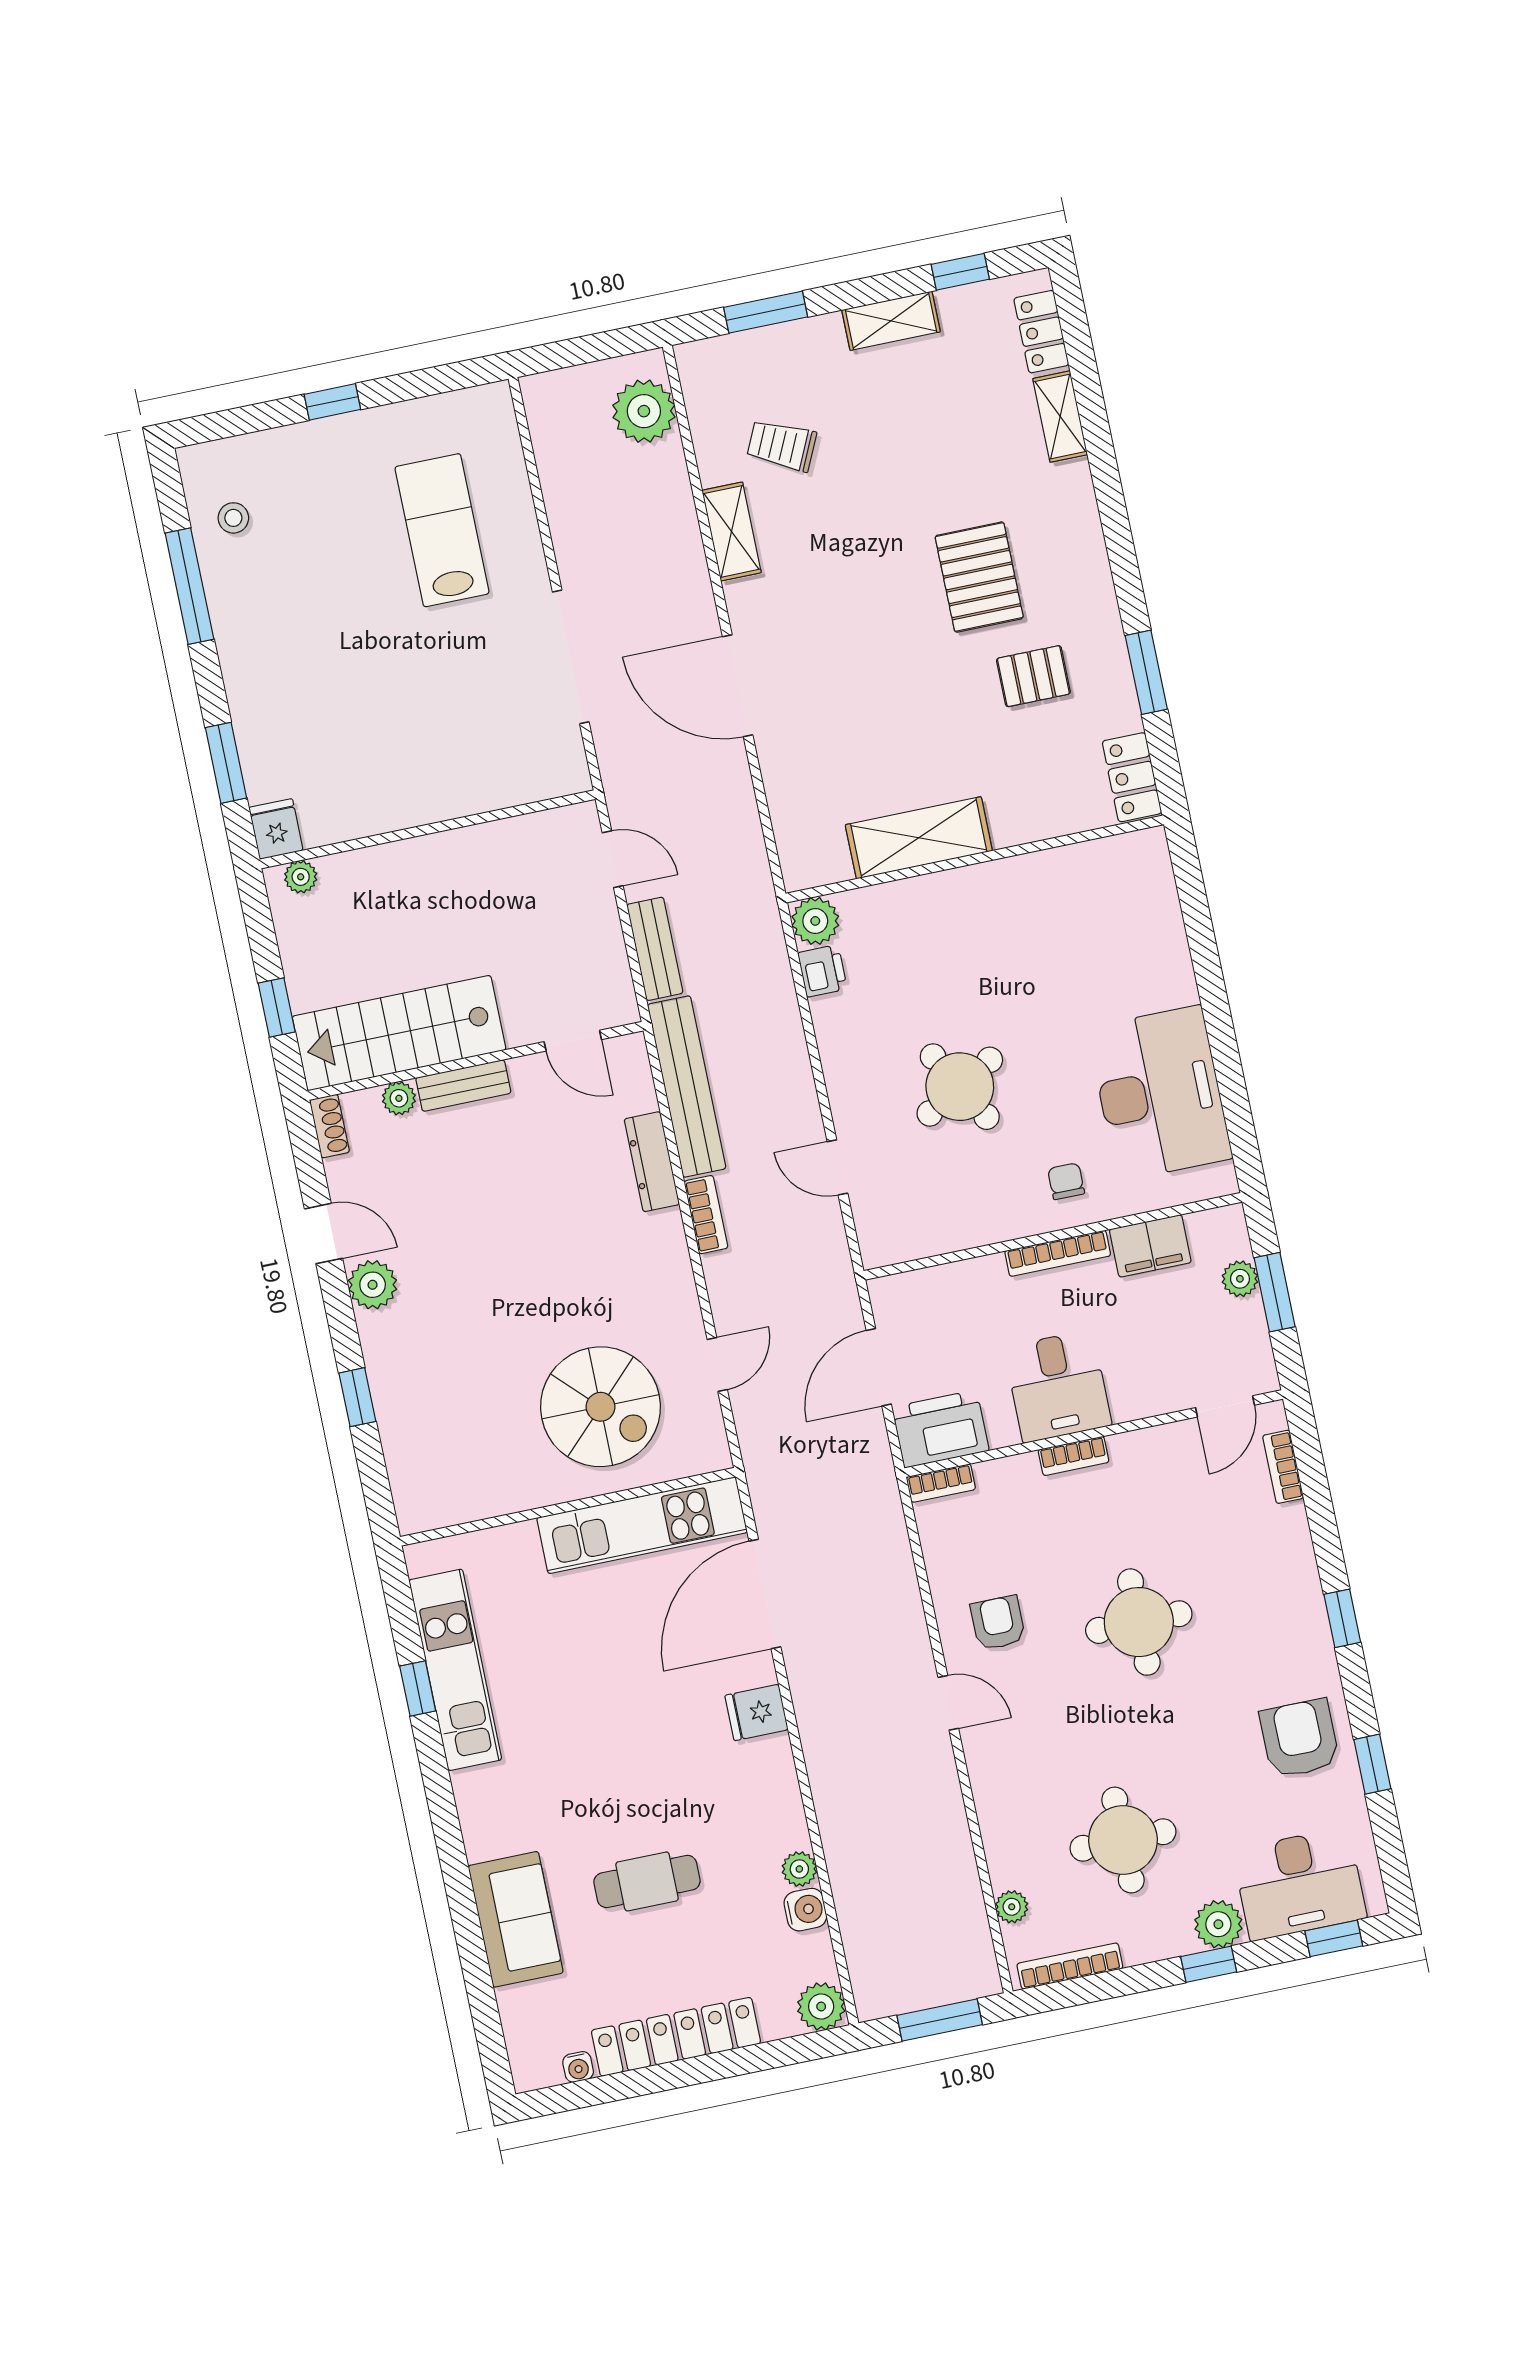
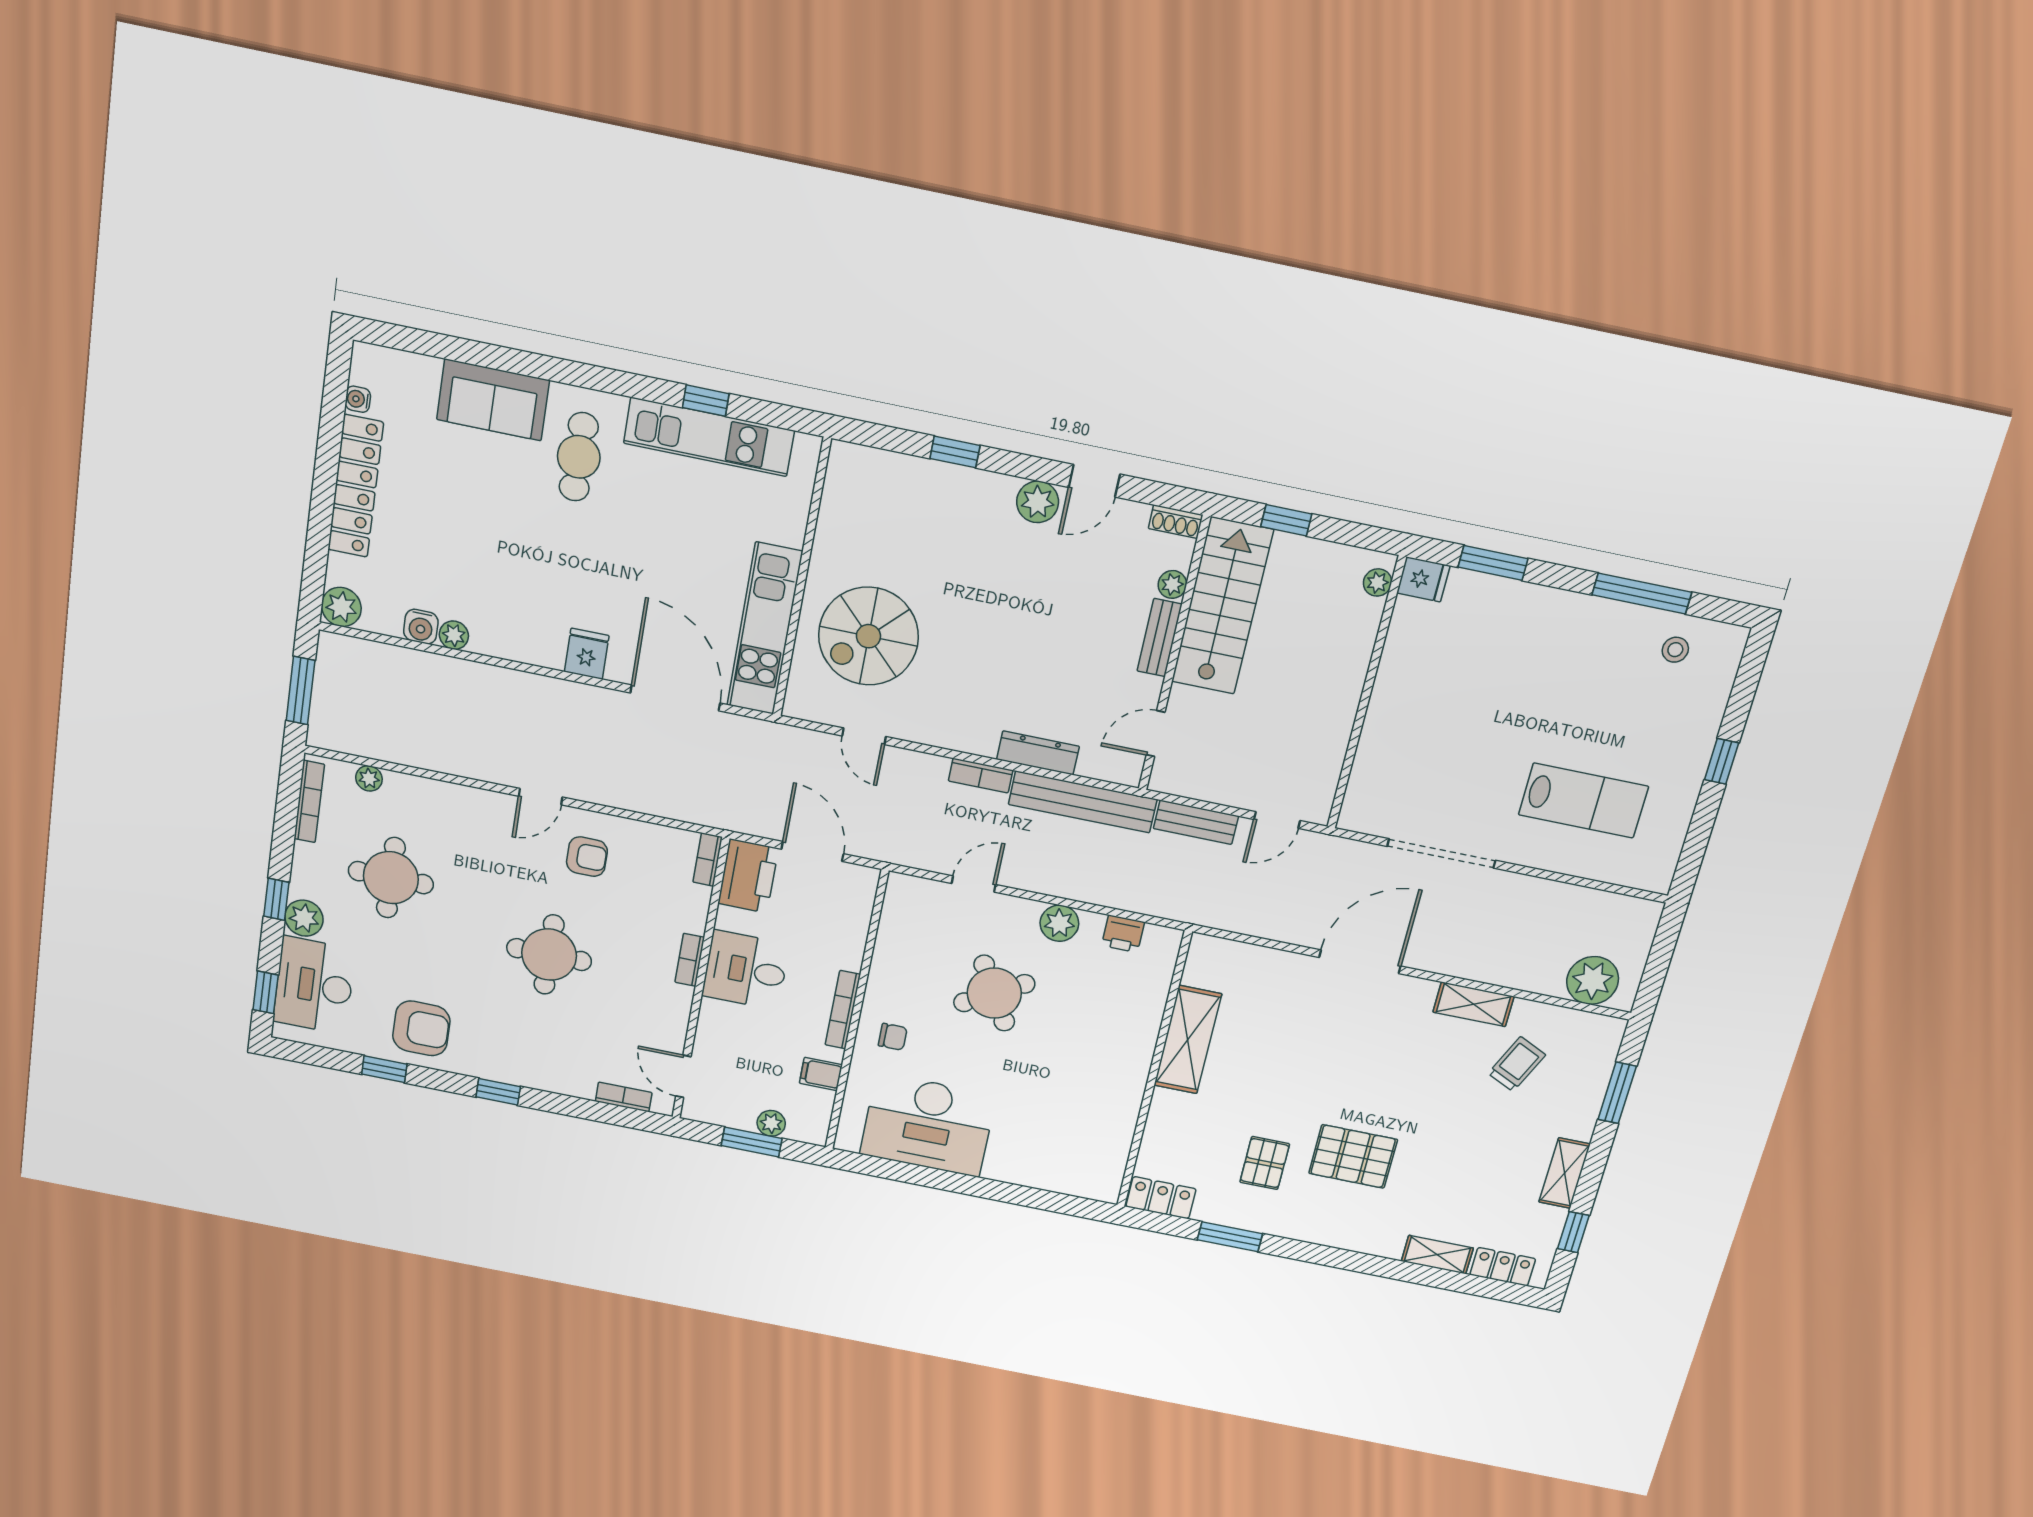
plant: (815, 921) -> (1059, 923), moved
filing cabinet: (1150, 1246) -> (821, 1074), width x0.50
cafe table: (647, 1881) -> (579, 457), moved

